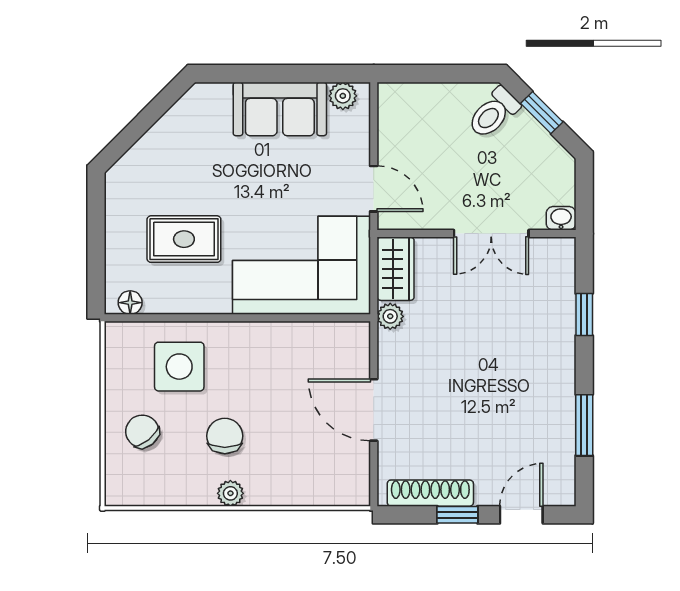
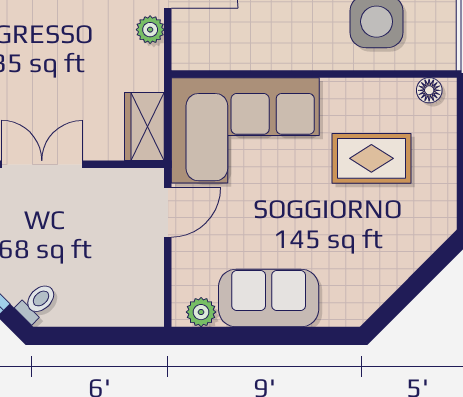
toilet: (494, 113) -> (37, 302), width x0.73, depth x0.72
door: (374, 189) -> (168, 212), swing flipped
plant: (390, 316) -> (150, 30), moved

